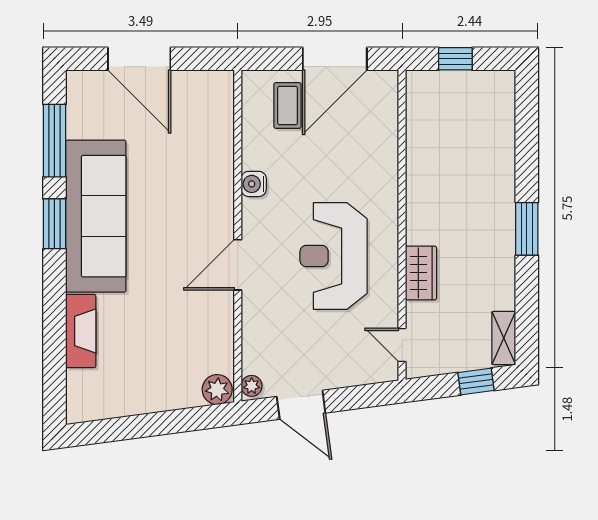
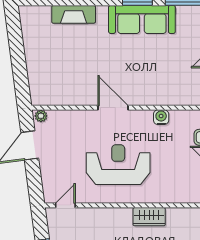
sofa: (96, 216) -> (142, 19), width x0.74, depth x0.79
wardrobe: (421, 273) -> (149, 217), moved
plant: (217, 390) -> (39, 95), removed

